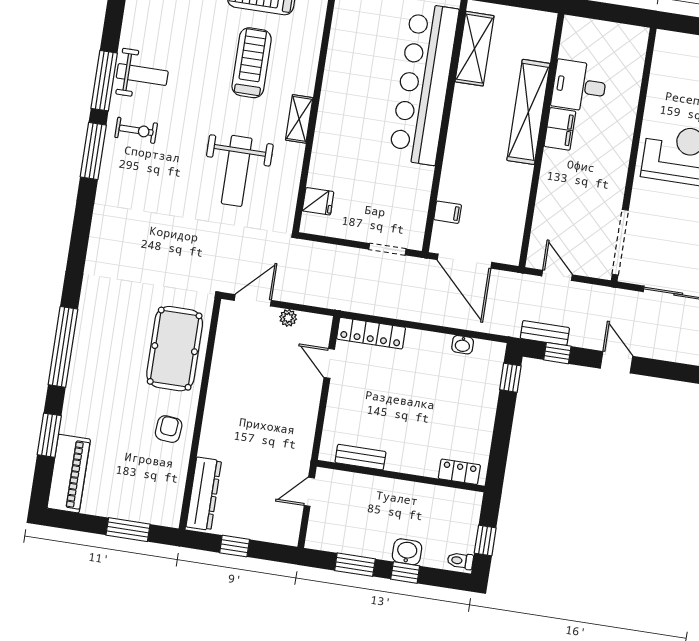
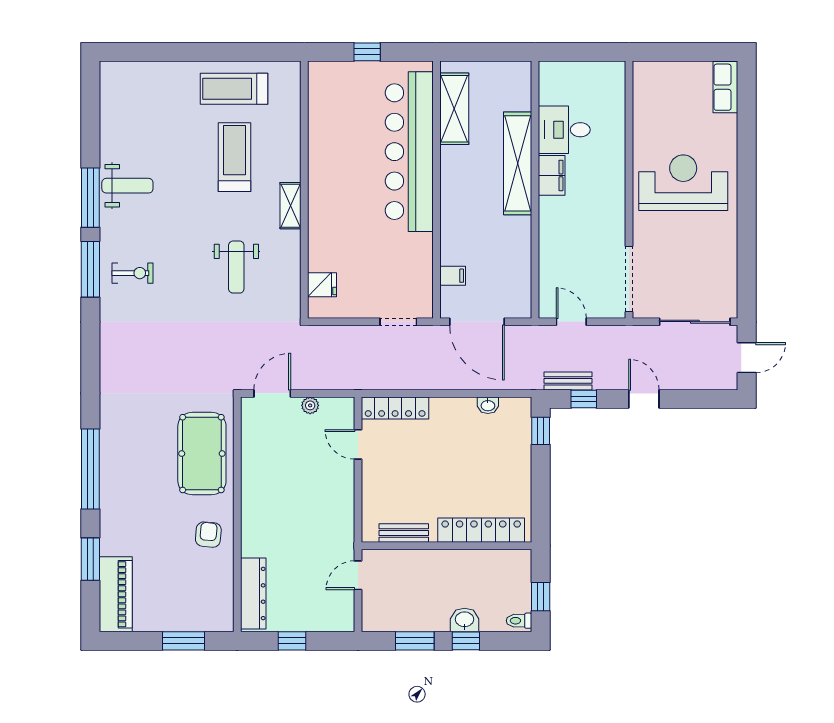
exercise bike: (136, 130) -> (132, 273), moved
weight bench: (237, 171) -> (236, 267), width x0.73, depth x0.75
locker: (459, 472) -> (481, 530), width x2.16, depth x1.21

